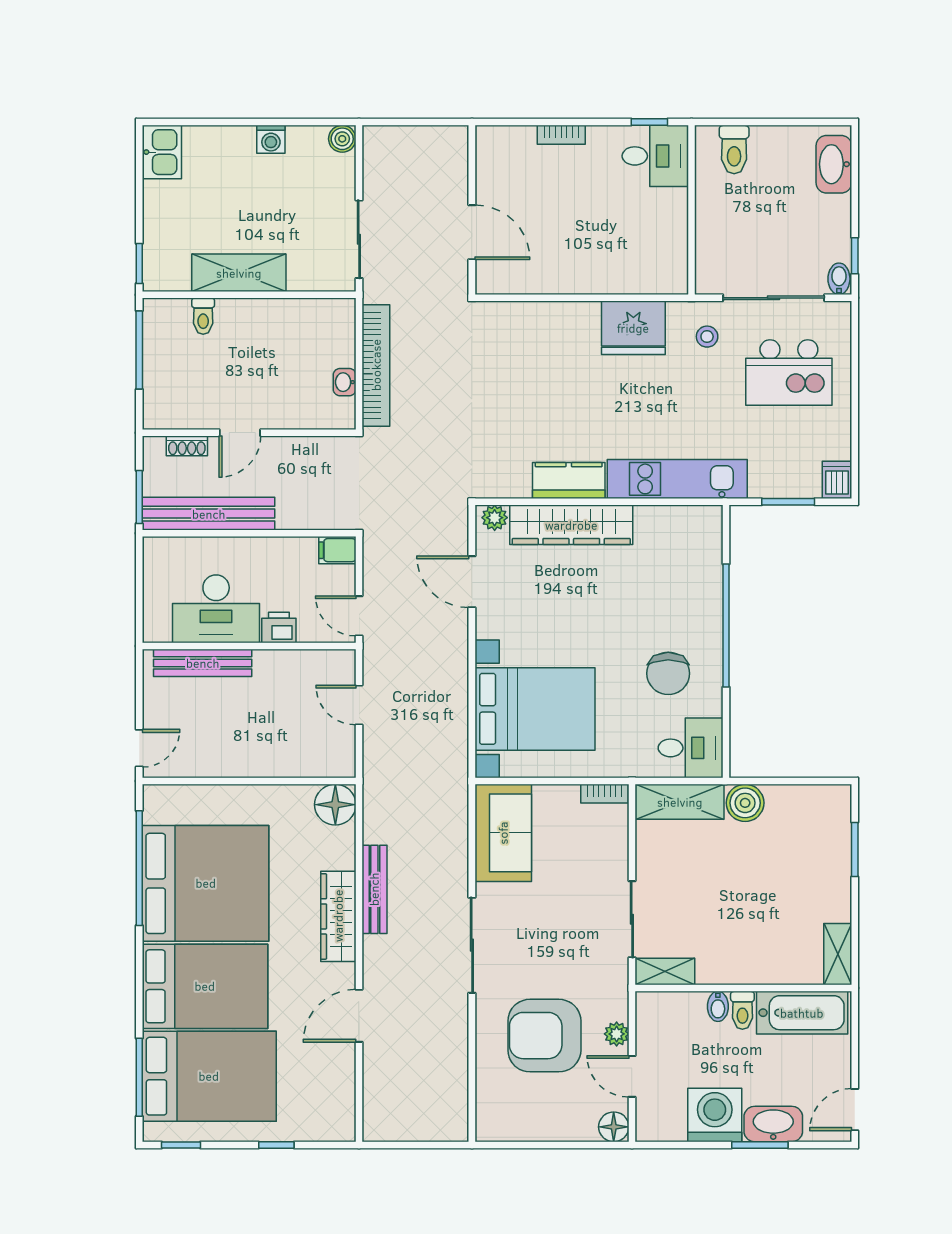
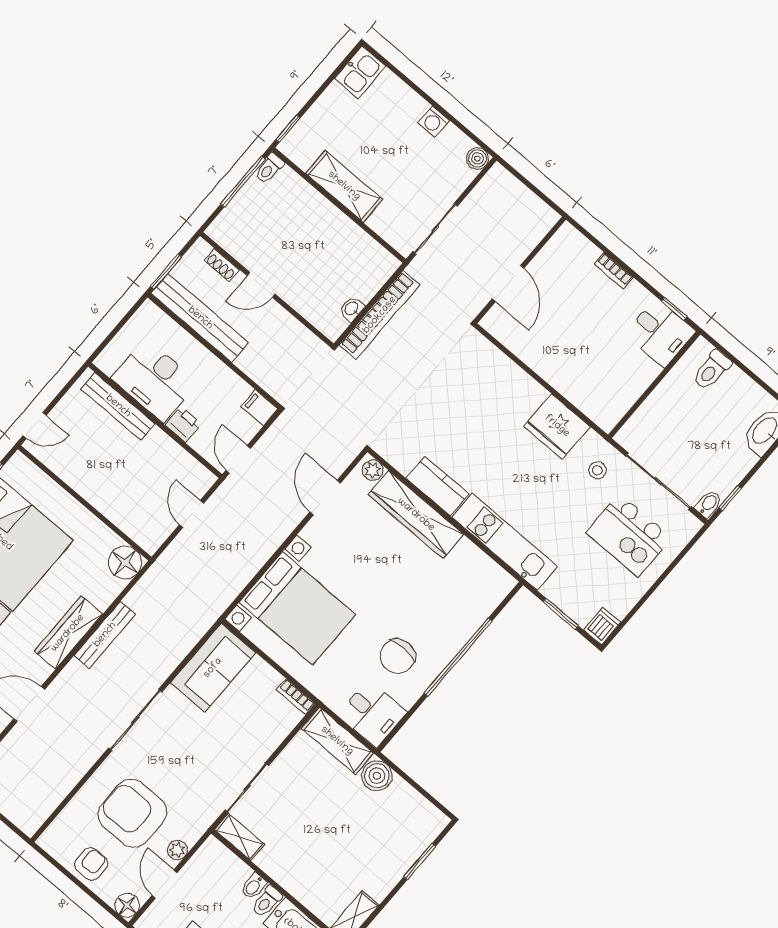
toilet: (203, 316) -> (269, 168), moved
armchair: (546, 1117) -> (91, 864), added

